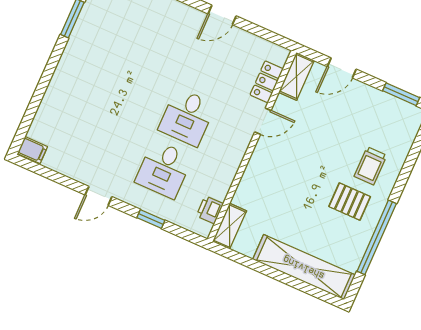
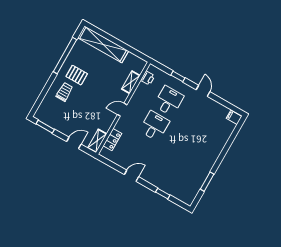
door: (263, 121) -> (122, 110), moved
door: (99, 196) -> (203, 91), hinge flipped
shelving: (230, 226) -> (131, 82), moved

